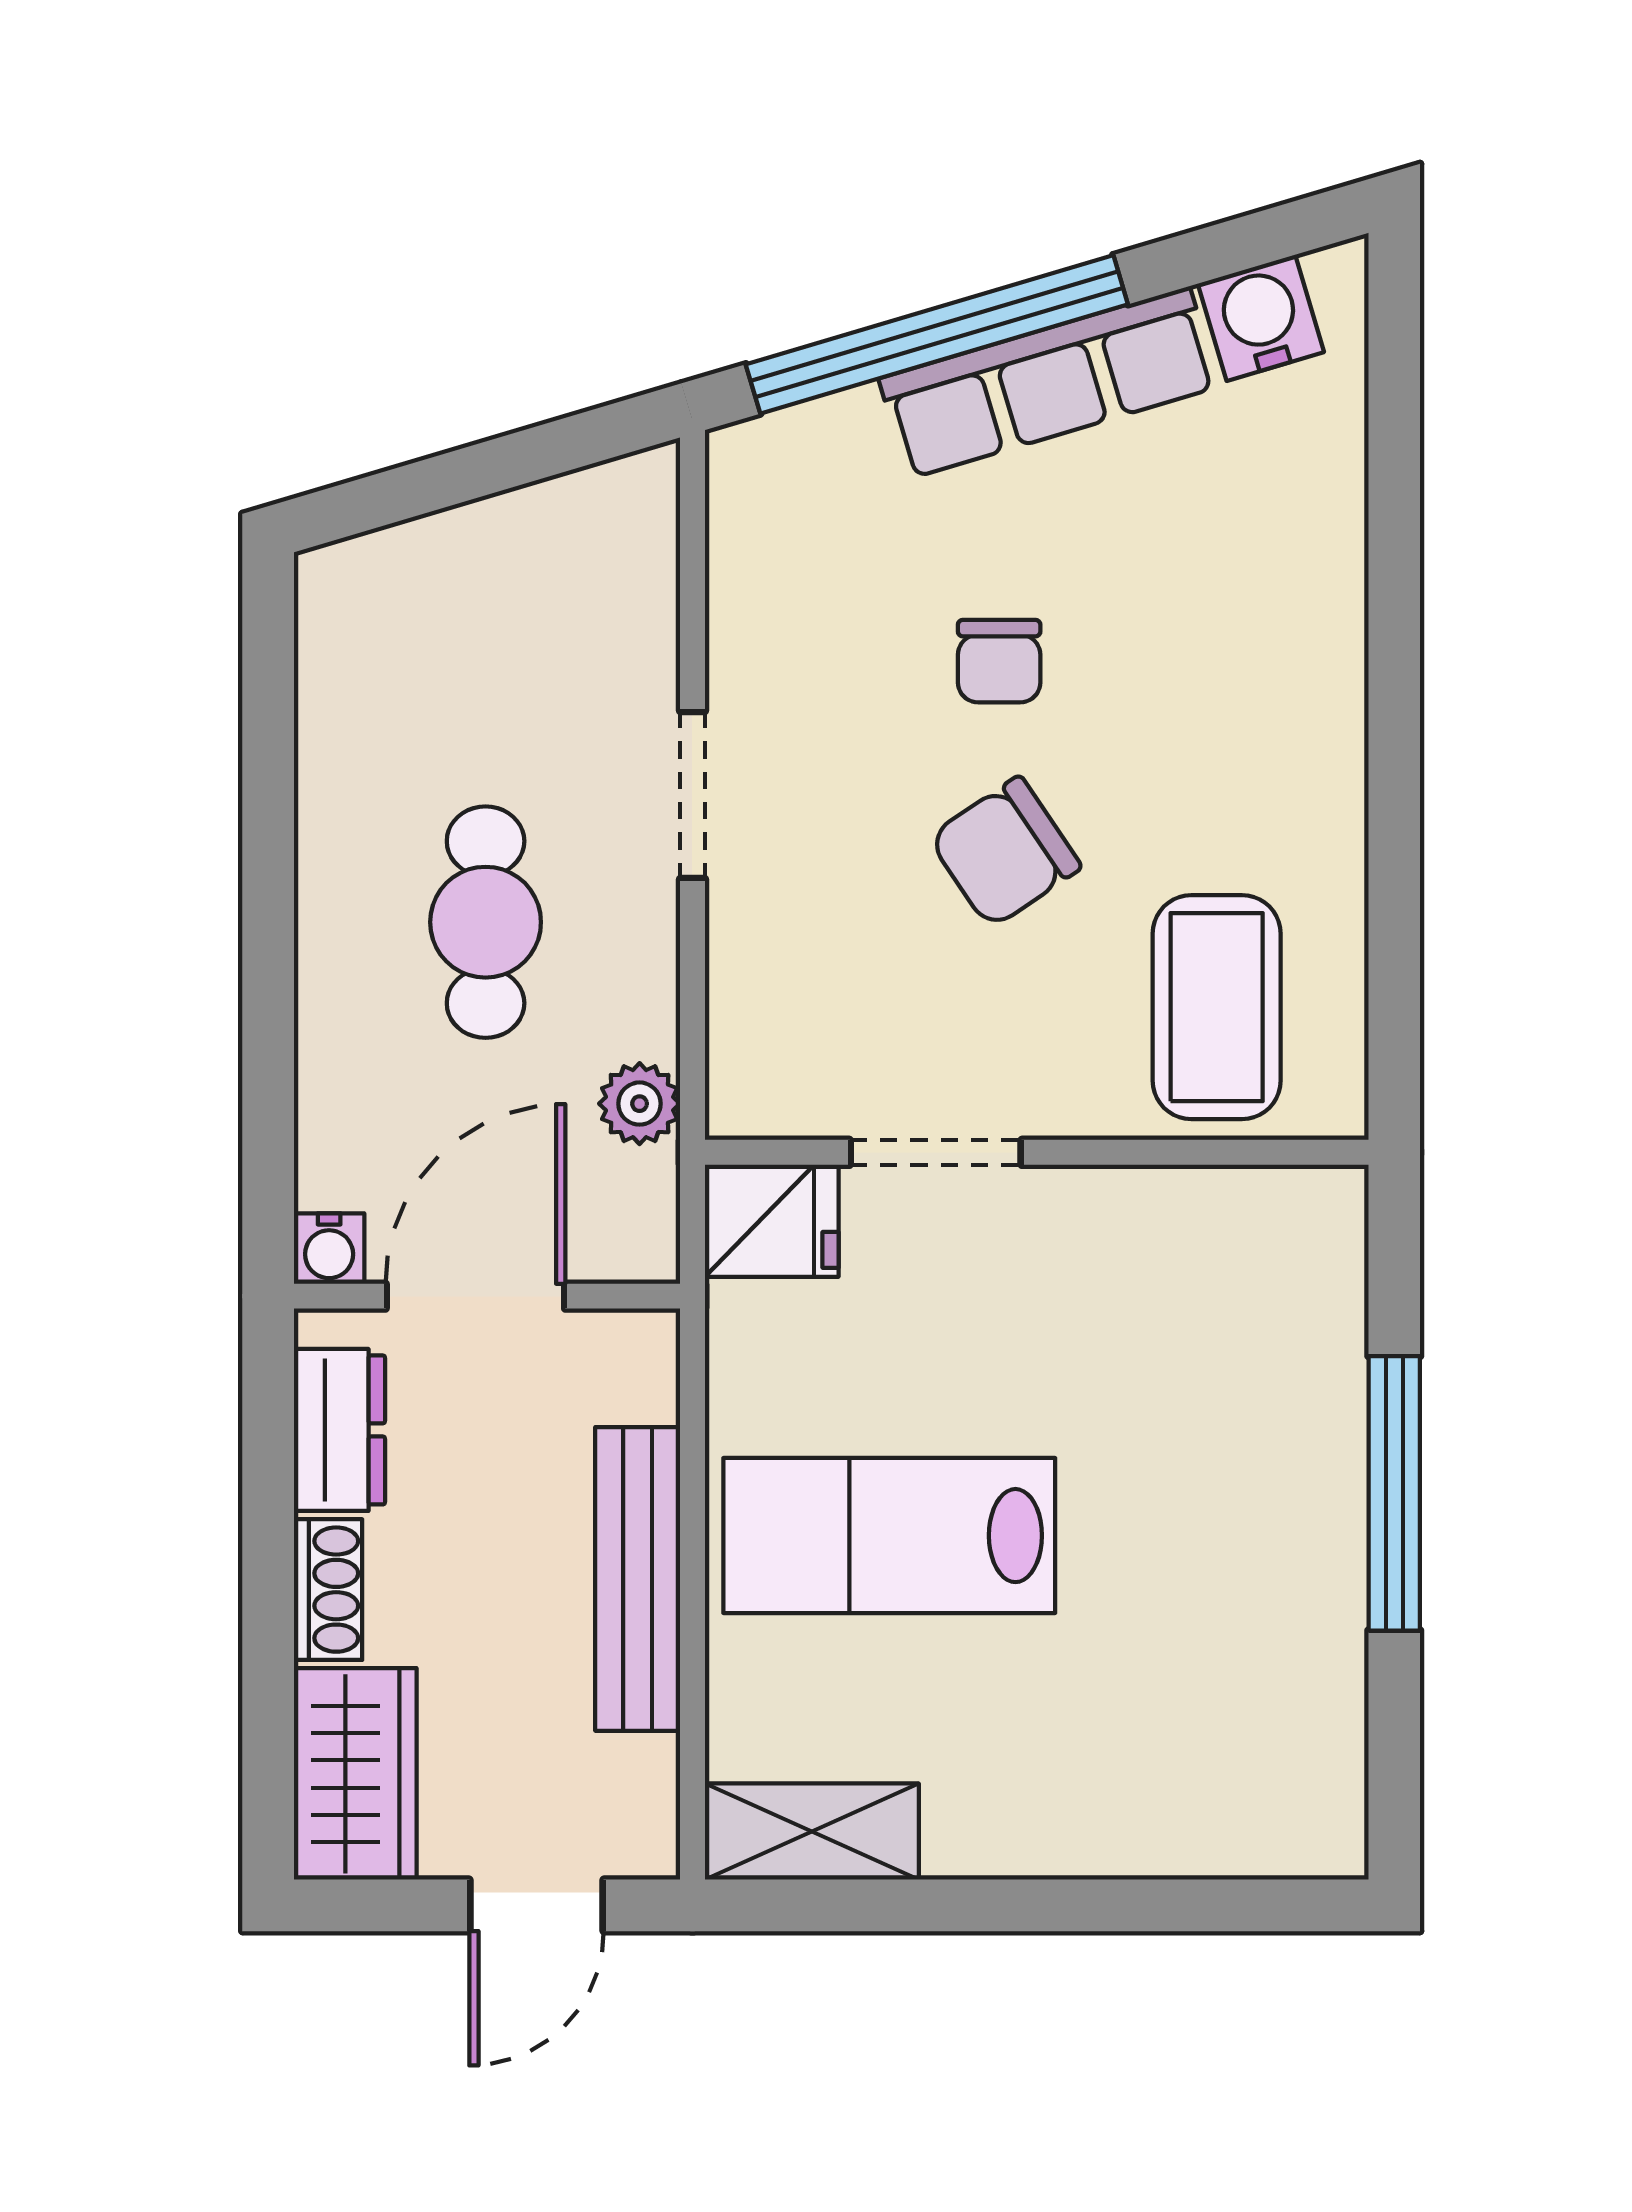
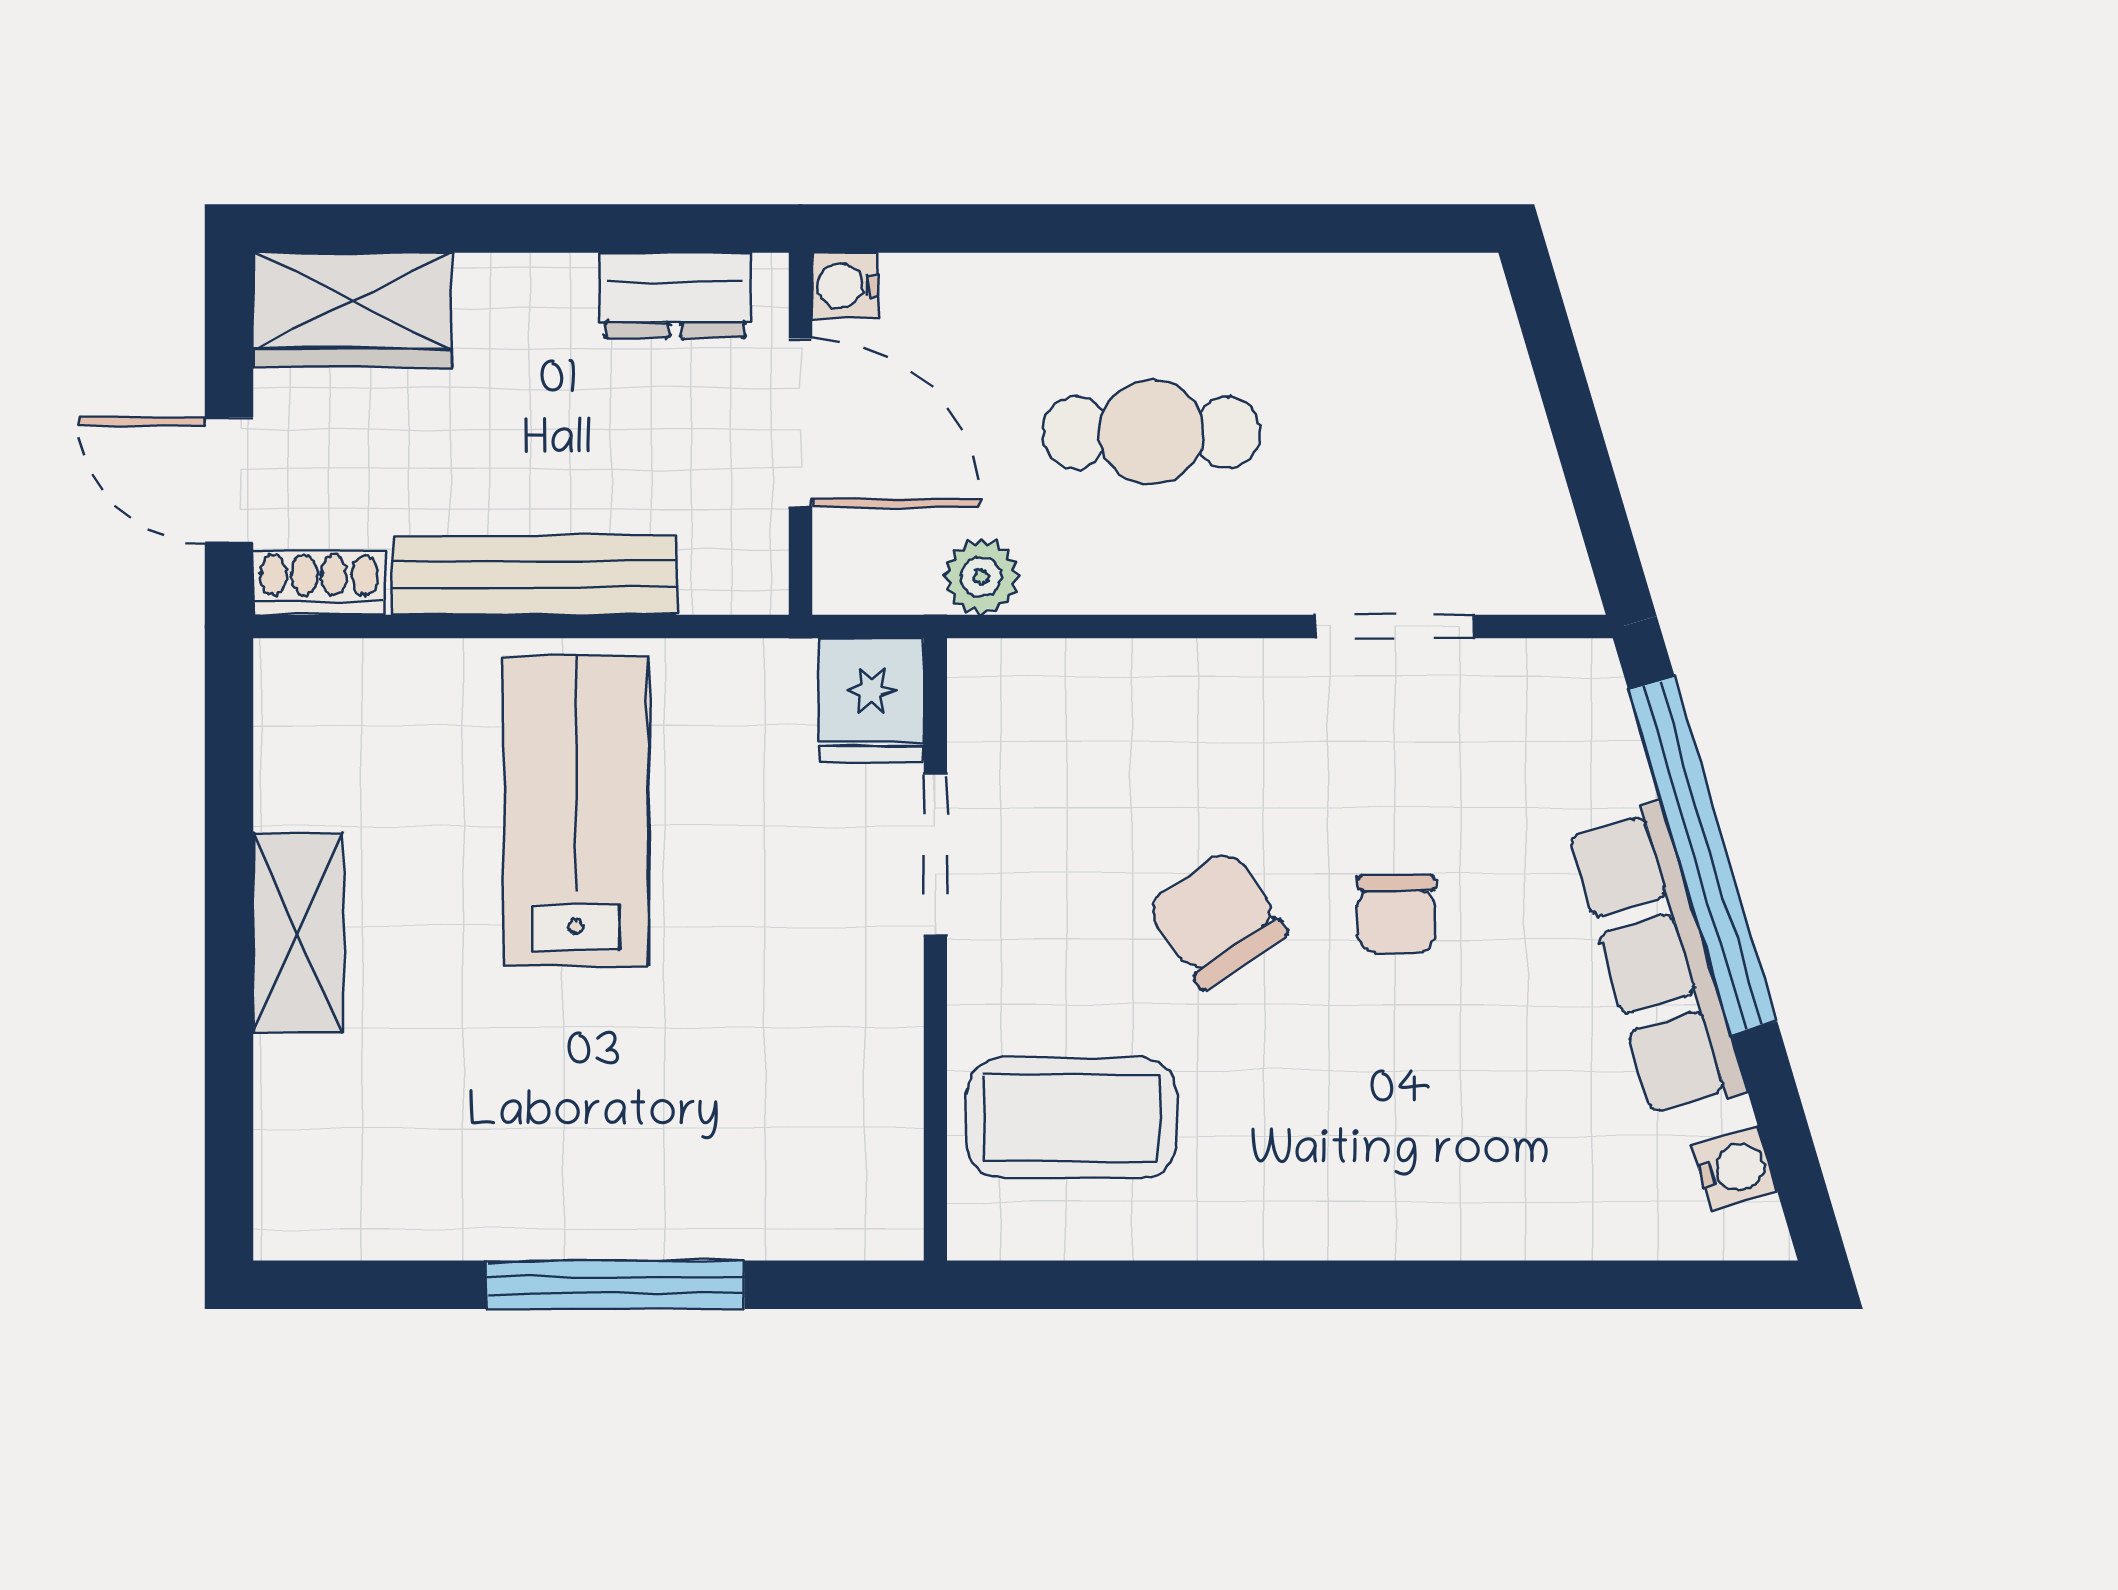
water cooler: (1261, 318) -> (1735, 1168), width x0.72, depth x0.72
chair: (999, 661) -> (1396, 914), turned -90
doorway: (692, 795) -> (1395, 626), moved
shoe rack: (328, 1590) -> (319, 583), moved, turned 180
shelving: (812, 1832) -> (298, 933), moved

